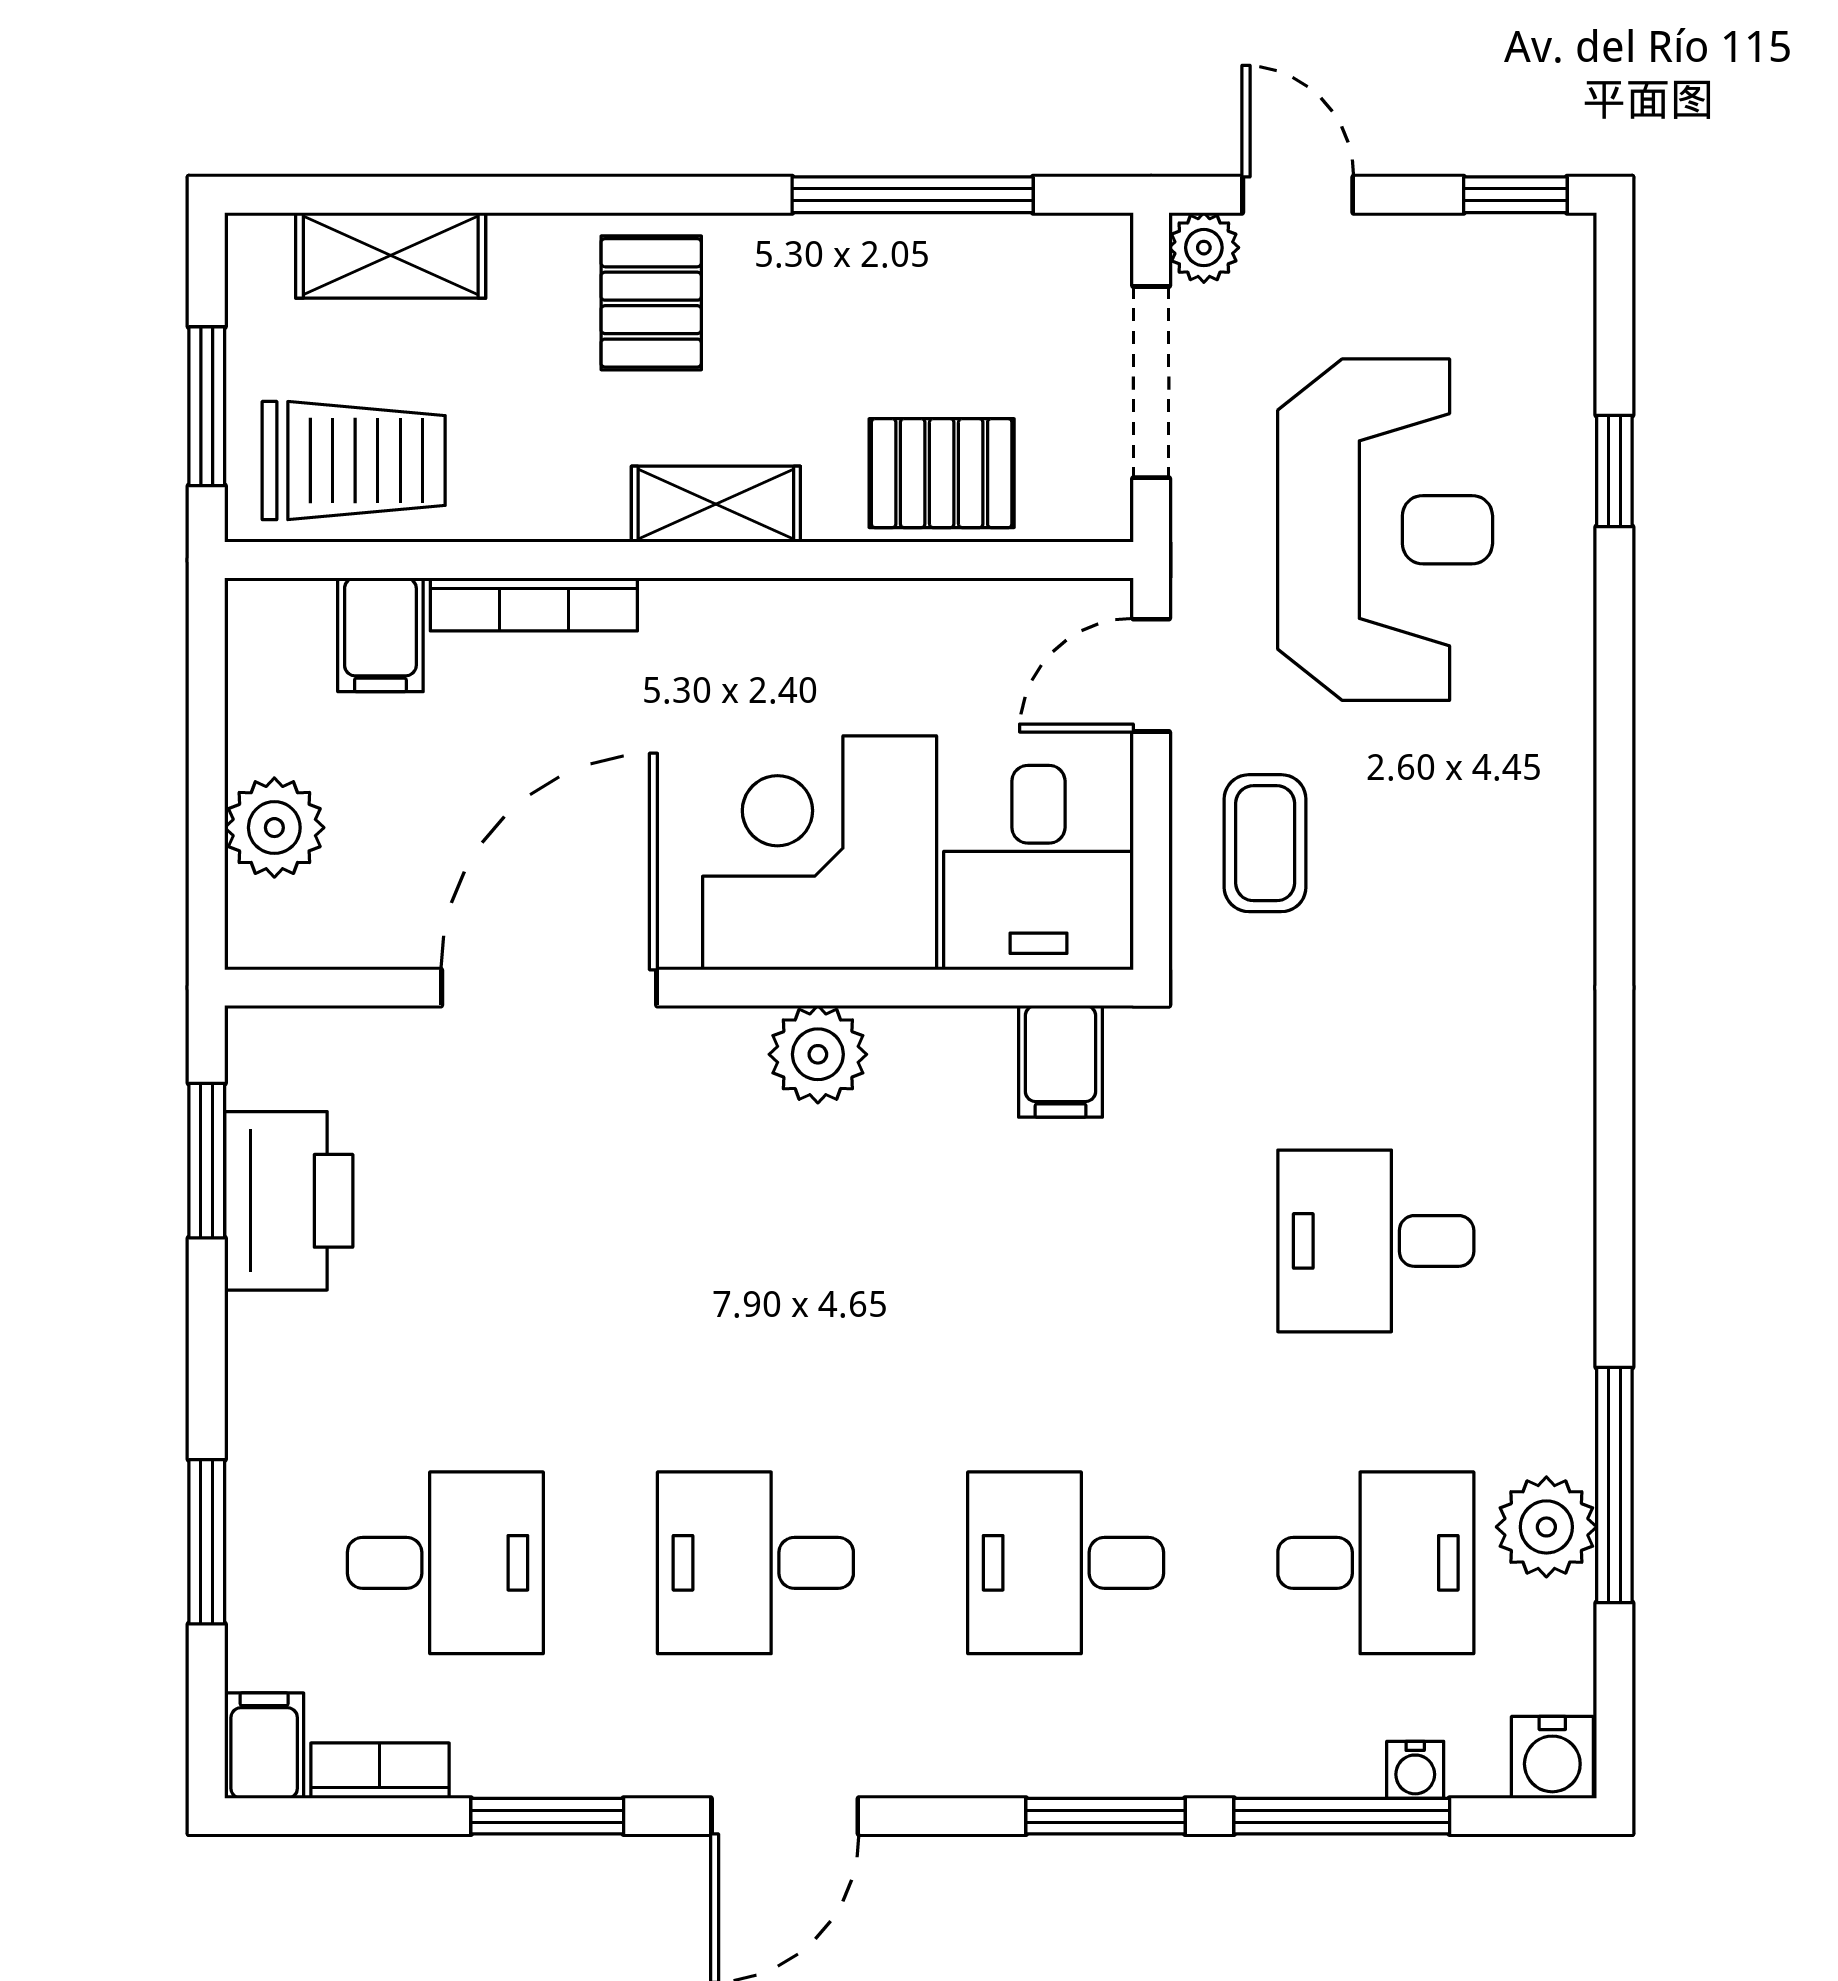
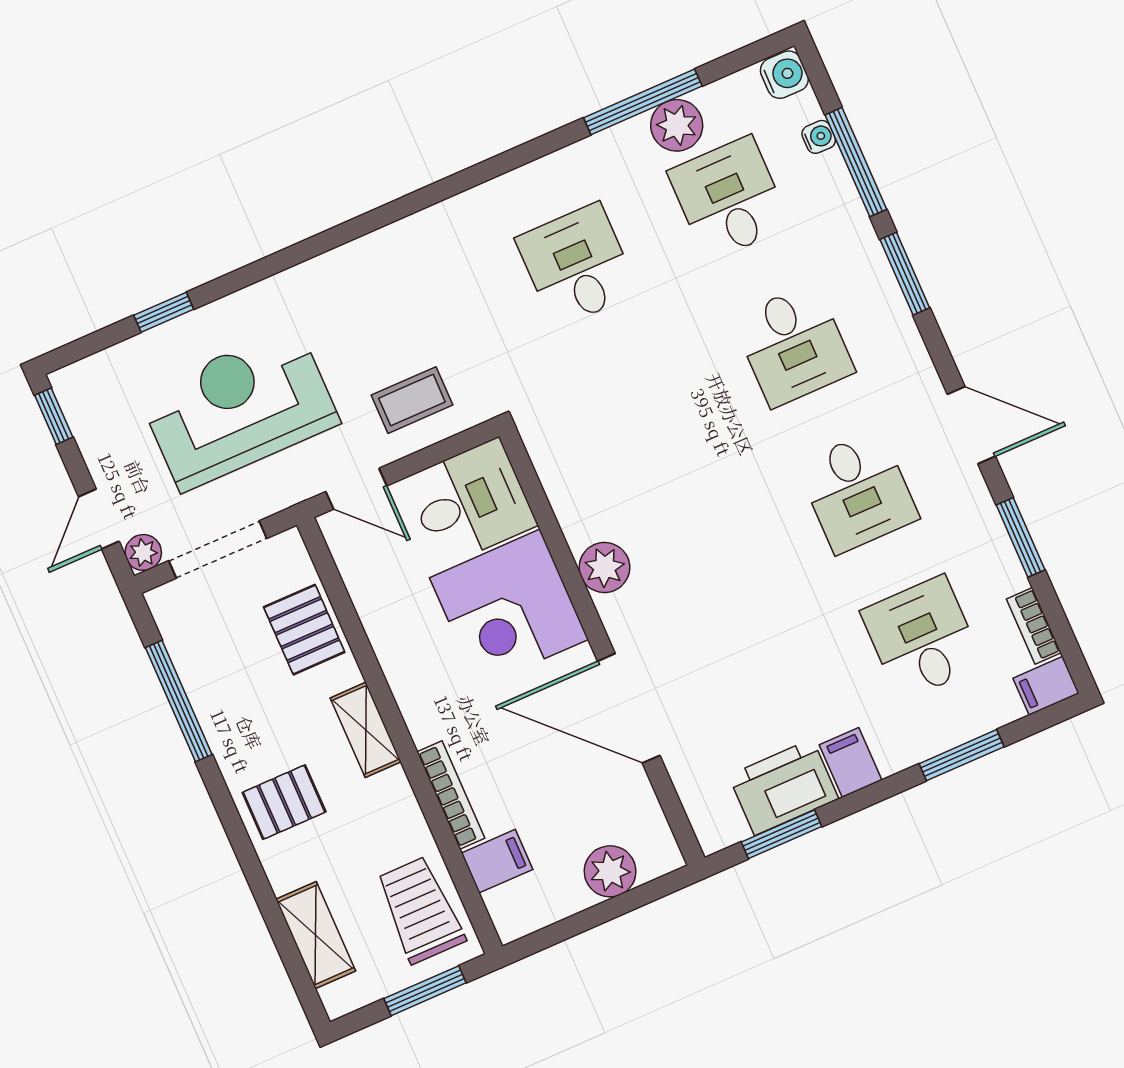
filing cabinet: (1061, 1061) -> (851, 762), moved, turned -90
desk: (1376, 1241) -> (577, 265), turned 180

